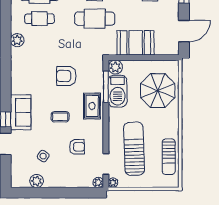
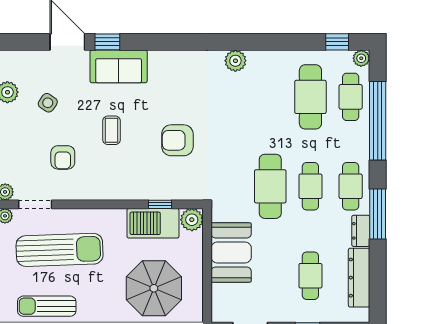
cafe table: (39, 19) -> (270, 97), removed
armchair: (66, 76) -> (177, 140), turned -91
window: (106, 87) -> (160, 204), width x0.46
rug: (92, 106) -> (129, 182), removed

